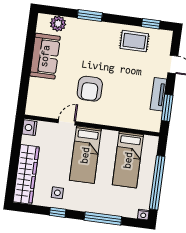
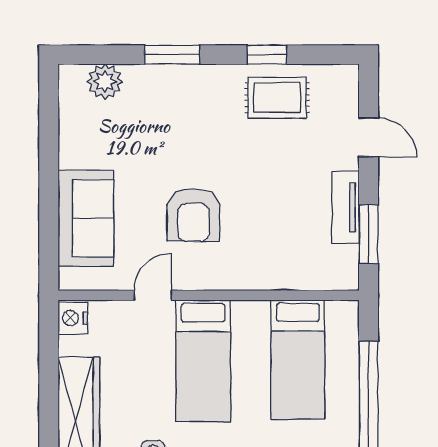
window: (151, 24) -> (267, 55), moved
sofa: (45, 56) -> (86, 218), moved

